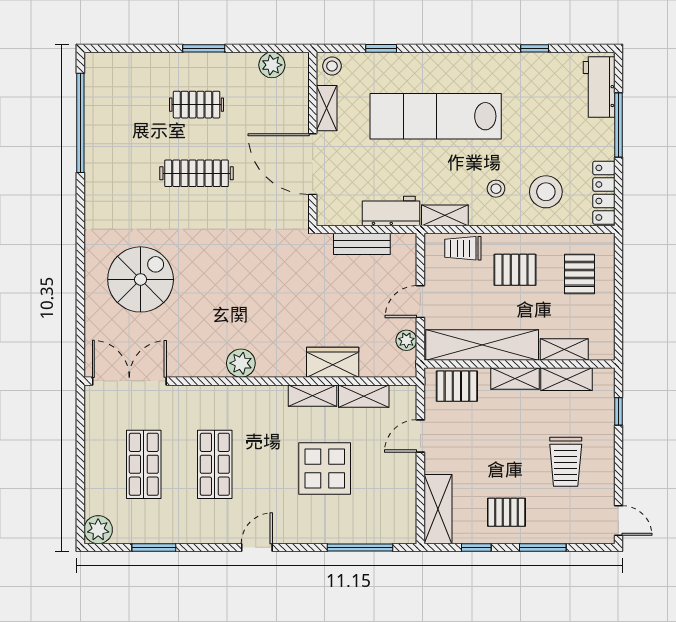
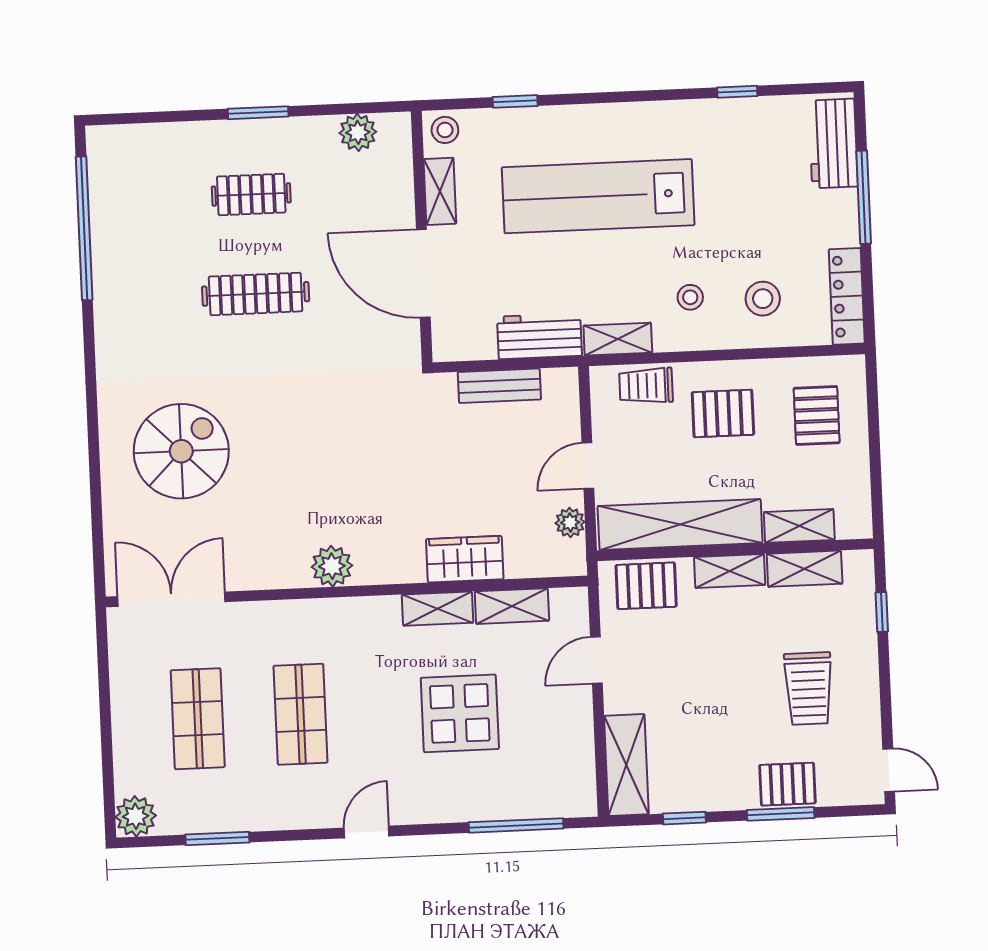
stool: (546, 192) -> (763, 299), width x0.73, depth x0.73
pallet: (506, 512) -> (787, 784), moved

